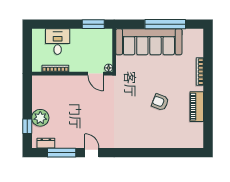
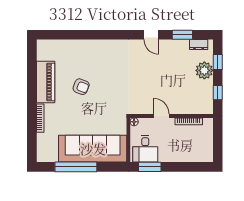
desk: (58, 42) -> (145, 149), moved
door: (96, 74) -> (161, 116), moved
window: (27, 96) -> (218, 93), added
piano: (197, 107) -> (46, 82), width x1.37, depth x1.33
window: (62, 153) -> (182, 35), width x0.69

